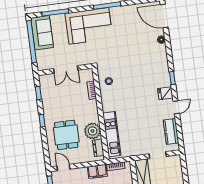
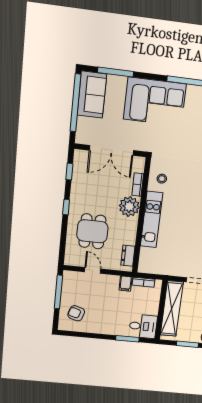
double door: (66, 69) -> (111, 150), width x1.37
plant: (93, 131) -> (129, 206), moved
kitchen unit: (112, 134) -> (152, 220), moved
door: (63, 168) -> (93, 270), moved
filing cabinet: (97, 171) -> (126, 284), width x0.50

